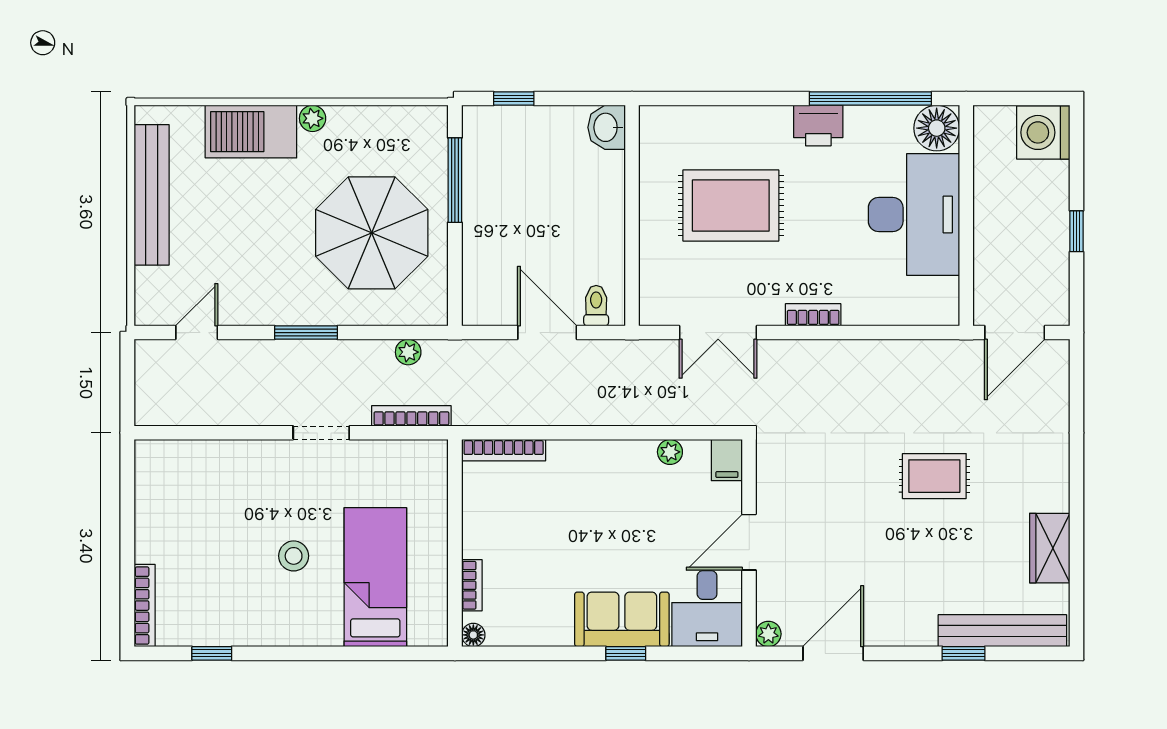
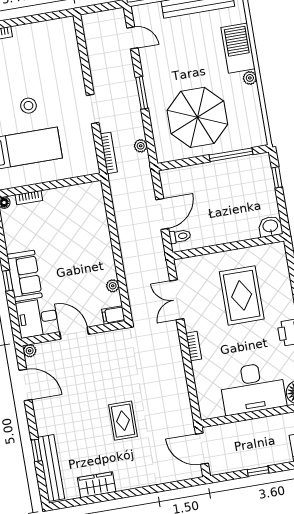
bookcase: (504, 450) -> (99, 202), removed

